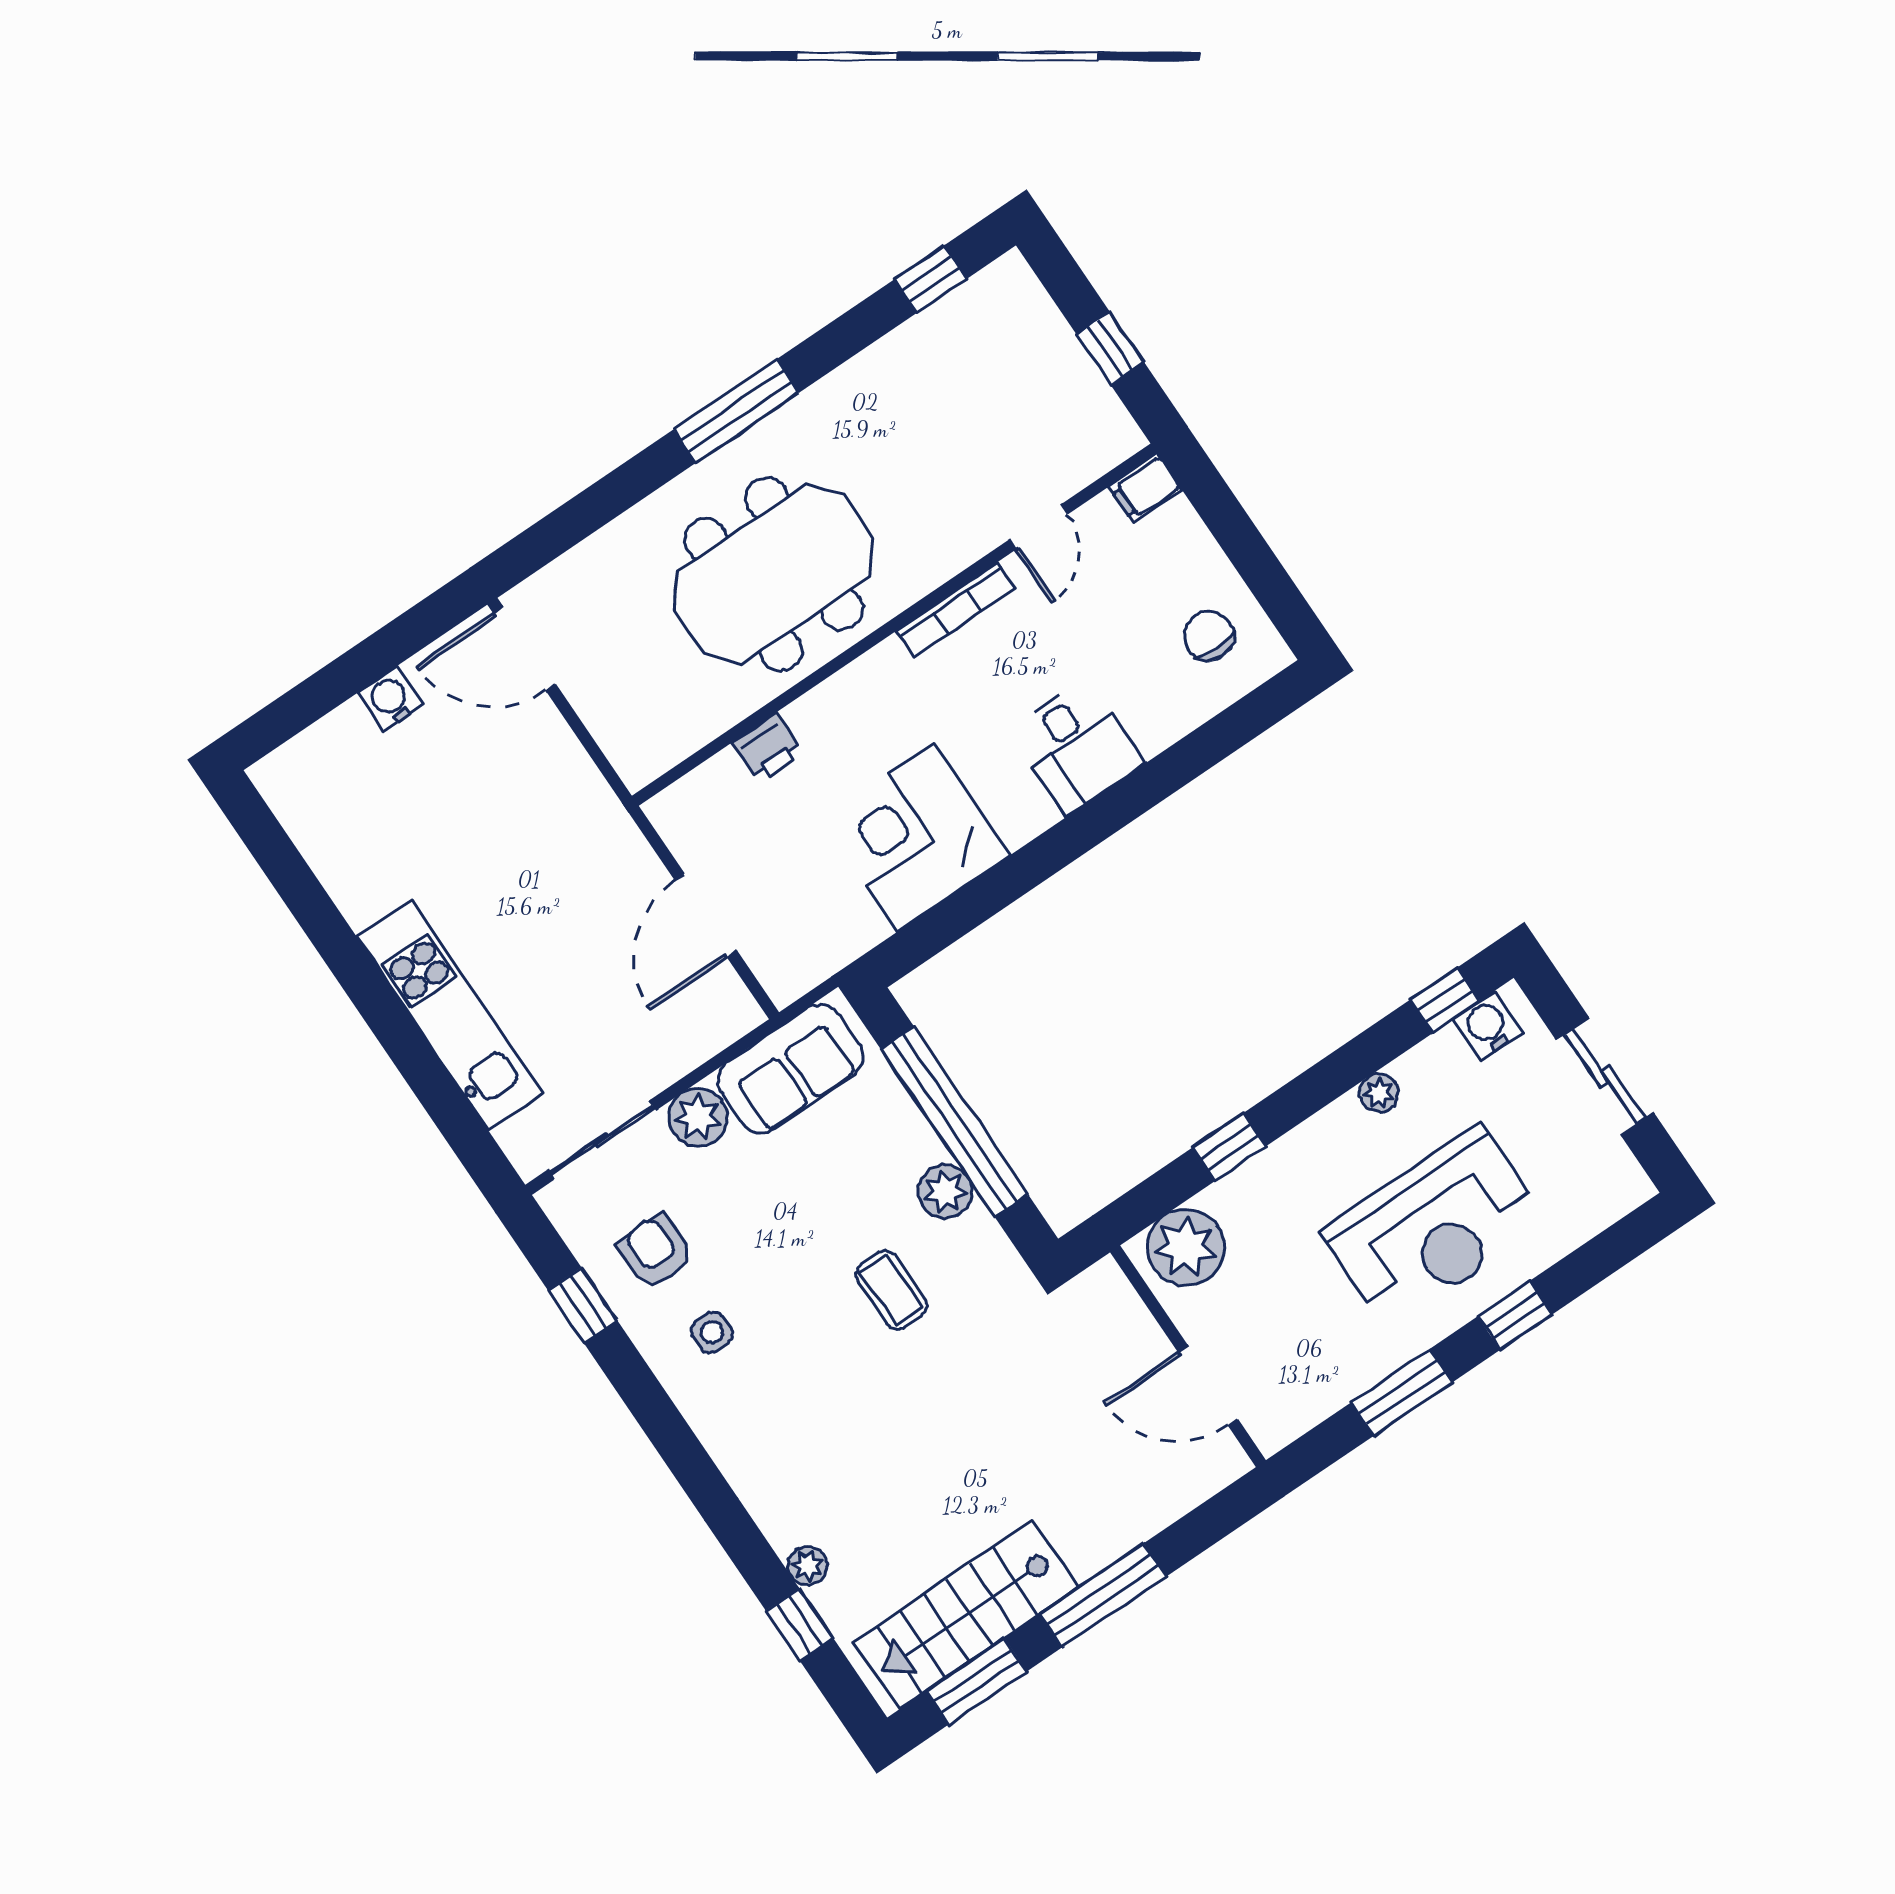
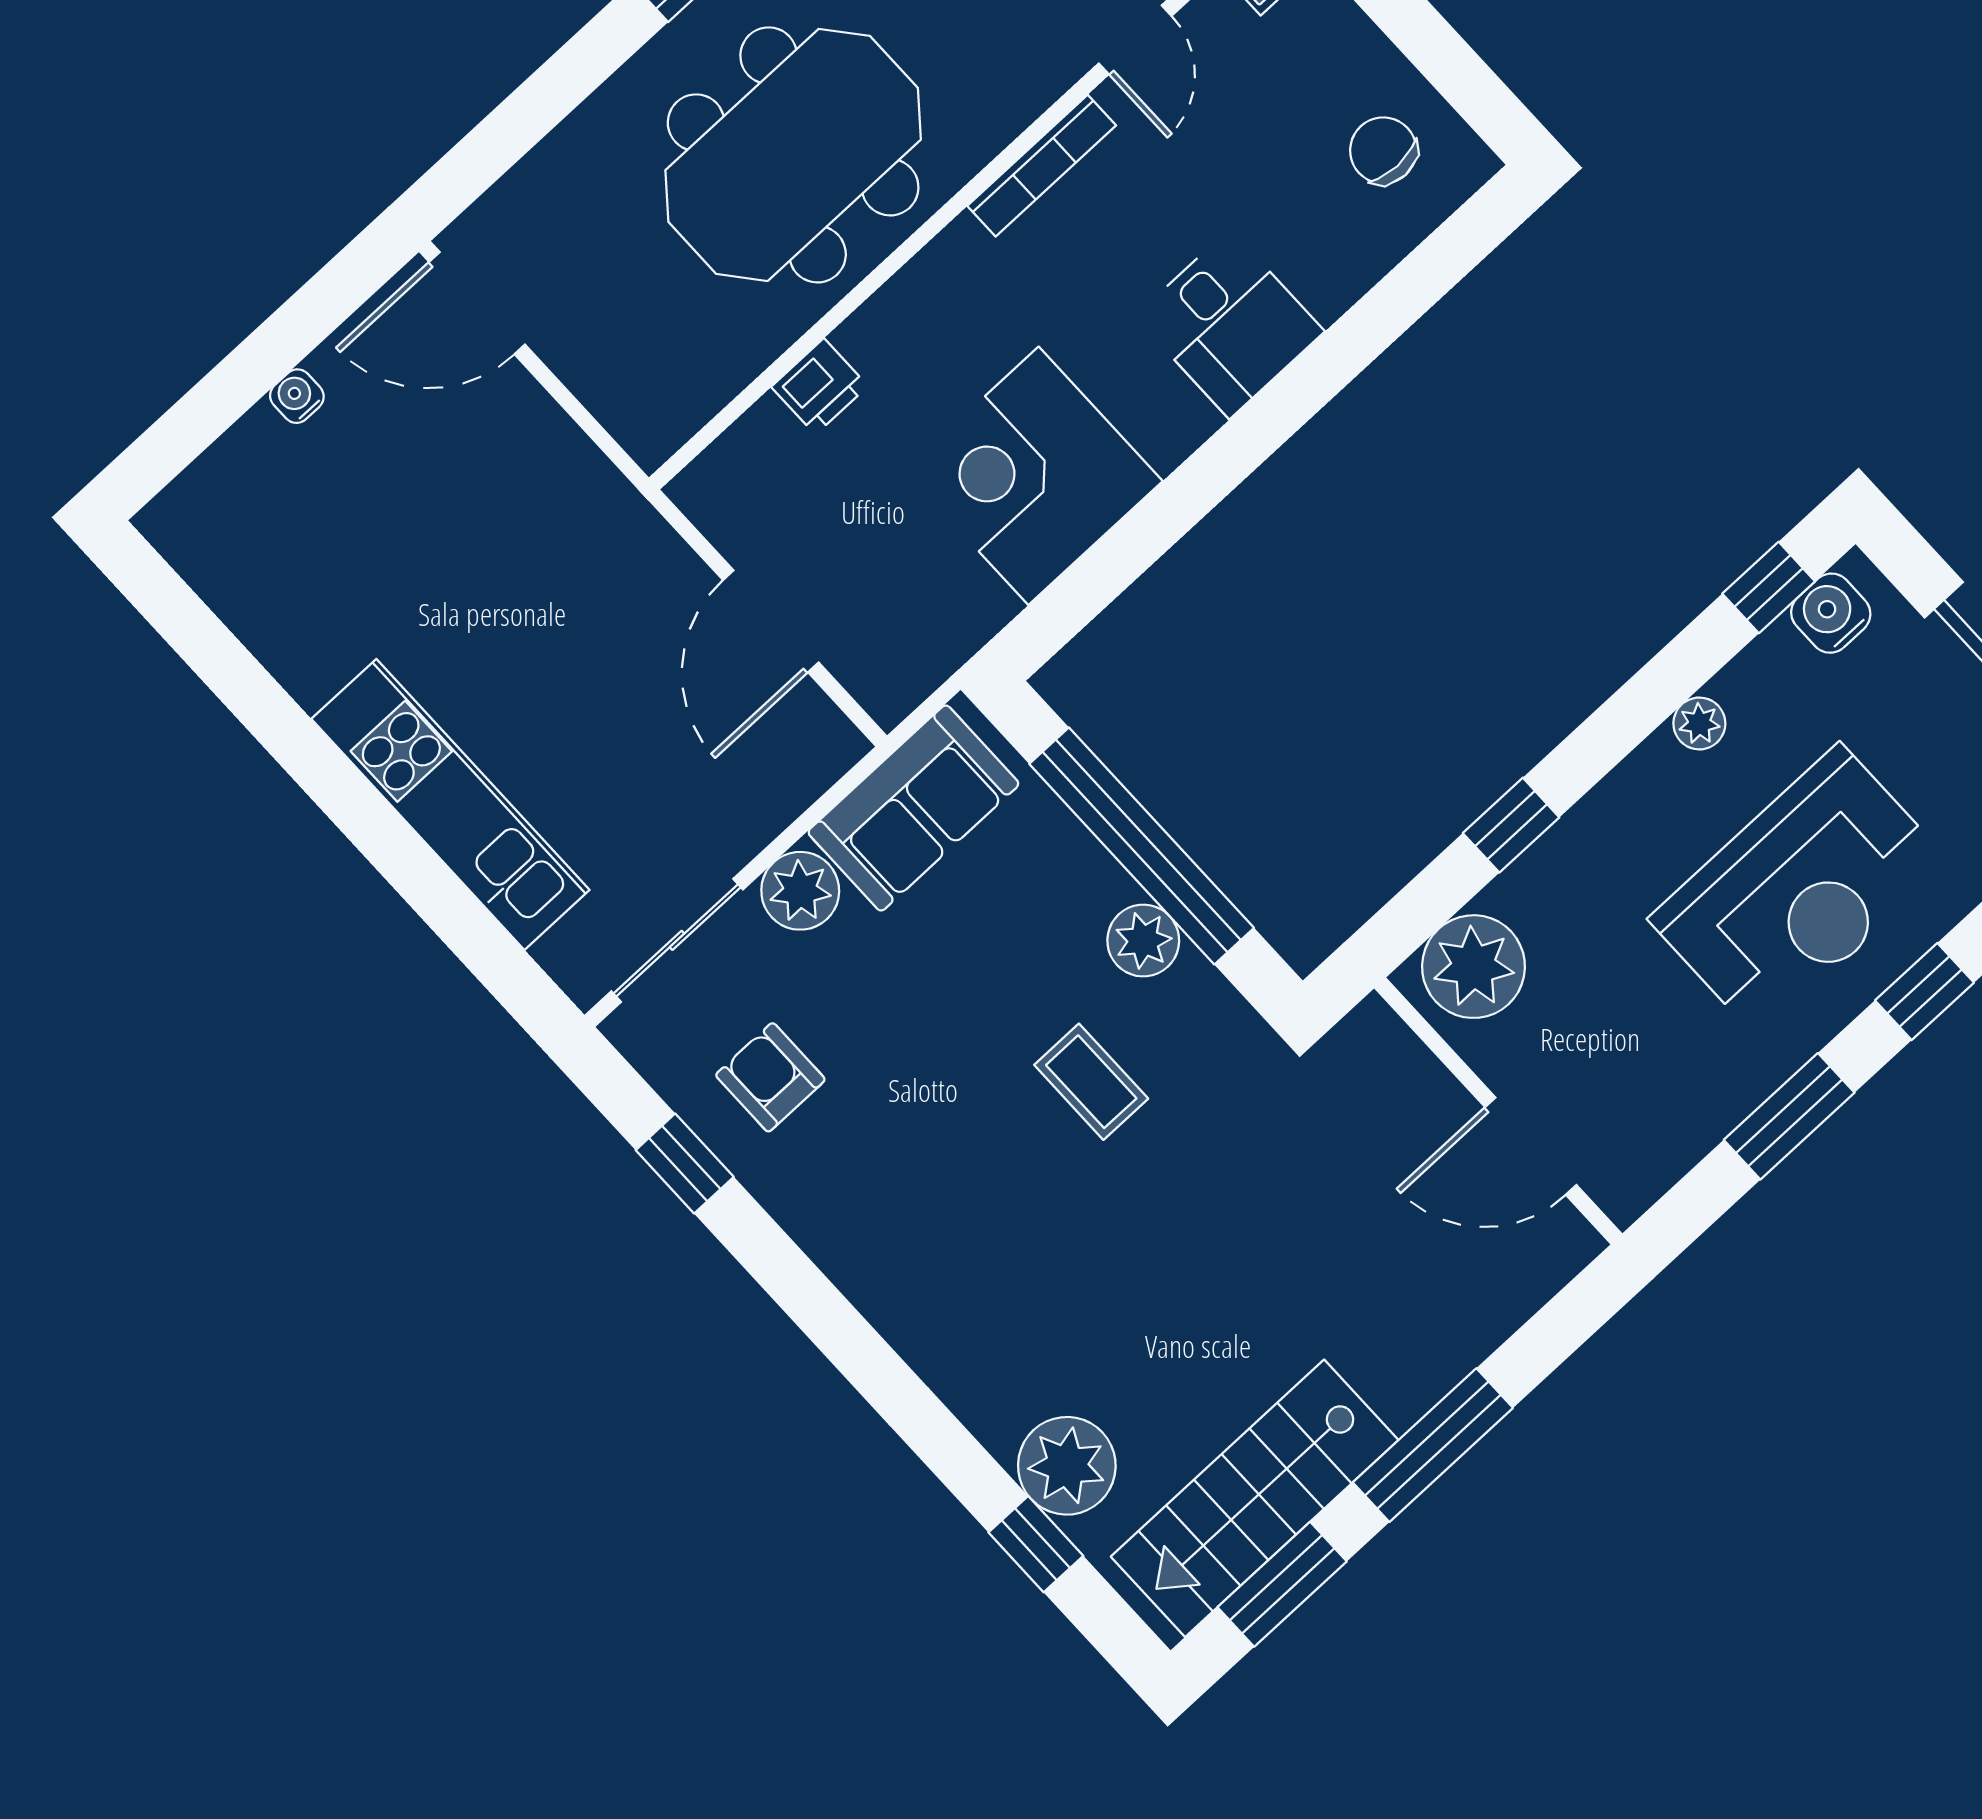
water cooler: (391, 699) -> (297, 396), width x0.72, depth x0.72
side table: (712, 1332) -> (862, 1174), removed
plant: (807, 1566) -> (1067, 1466), width x1.88, depth x1.88

